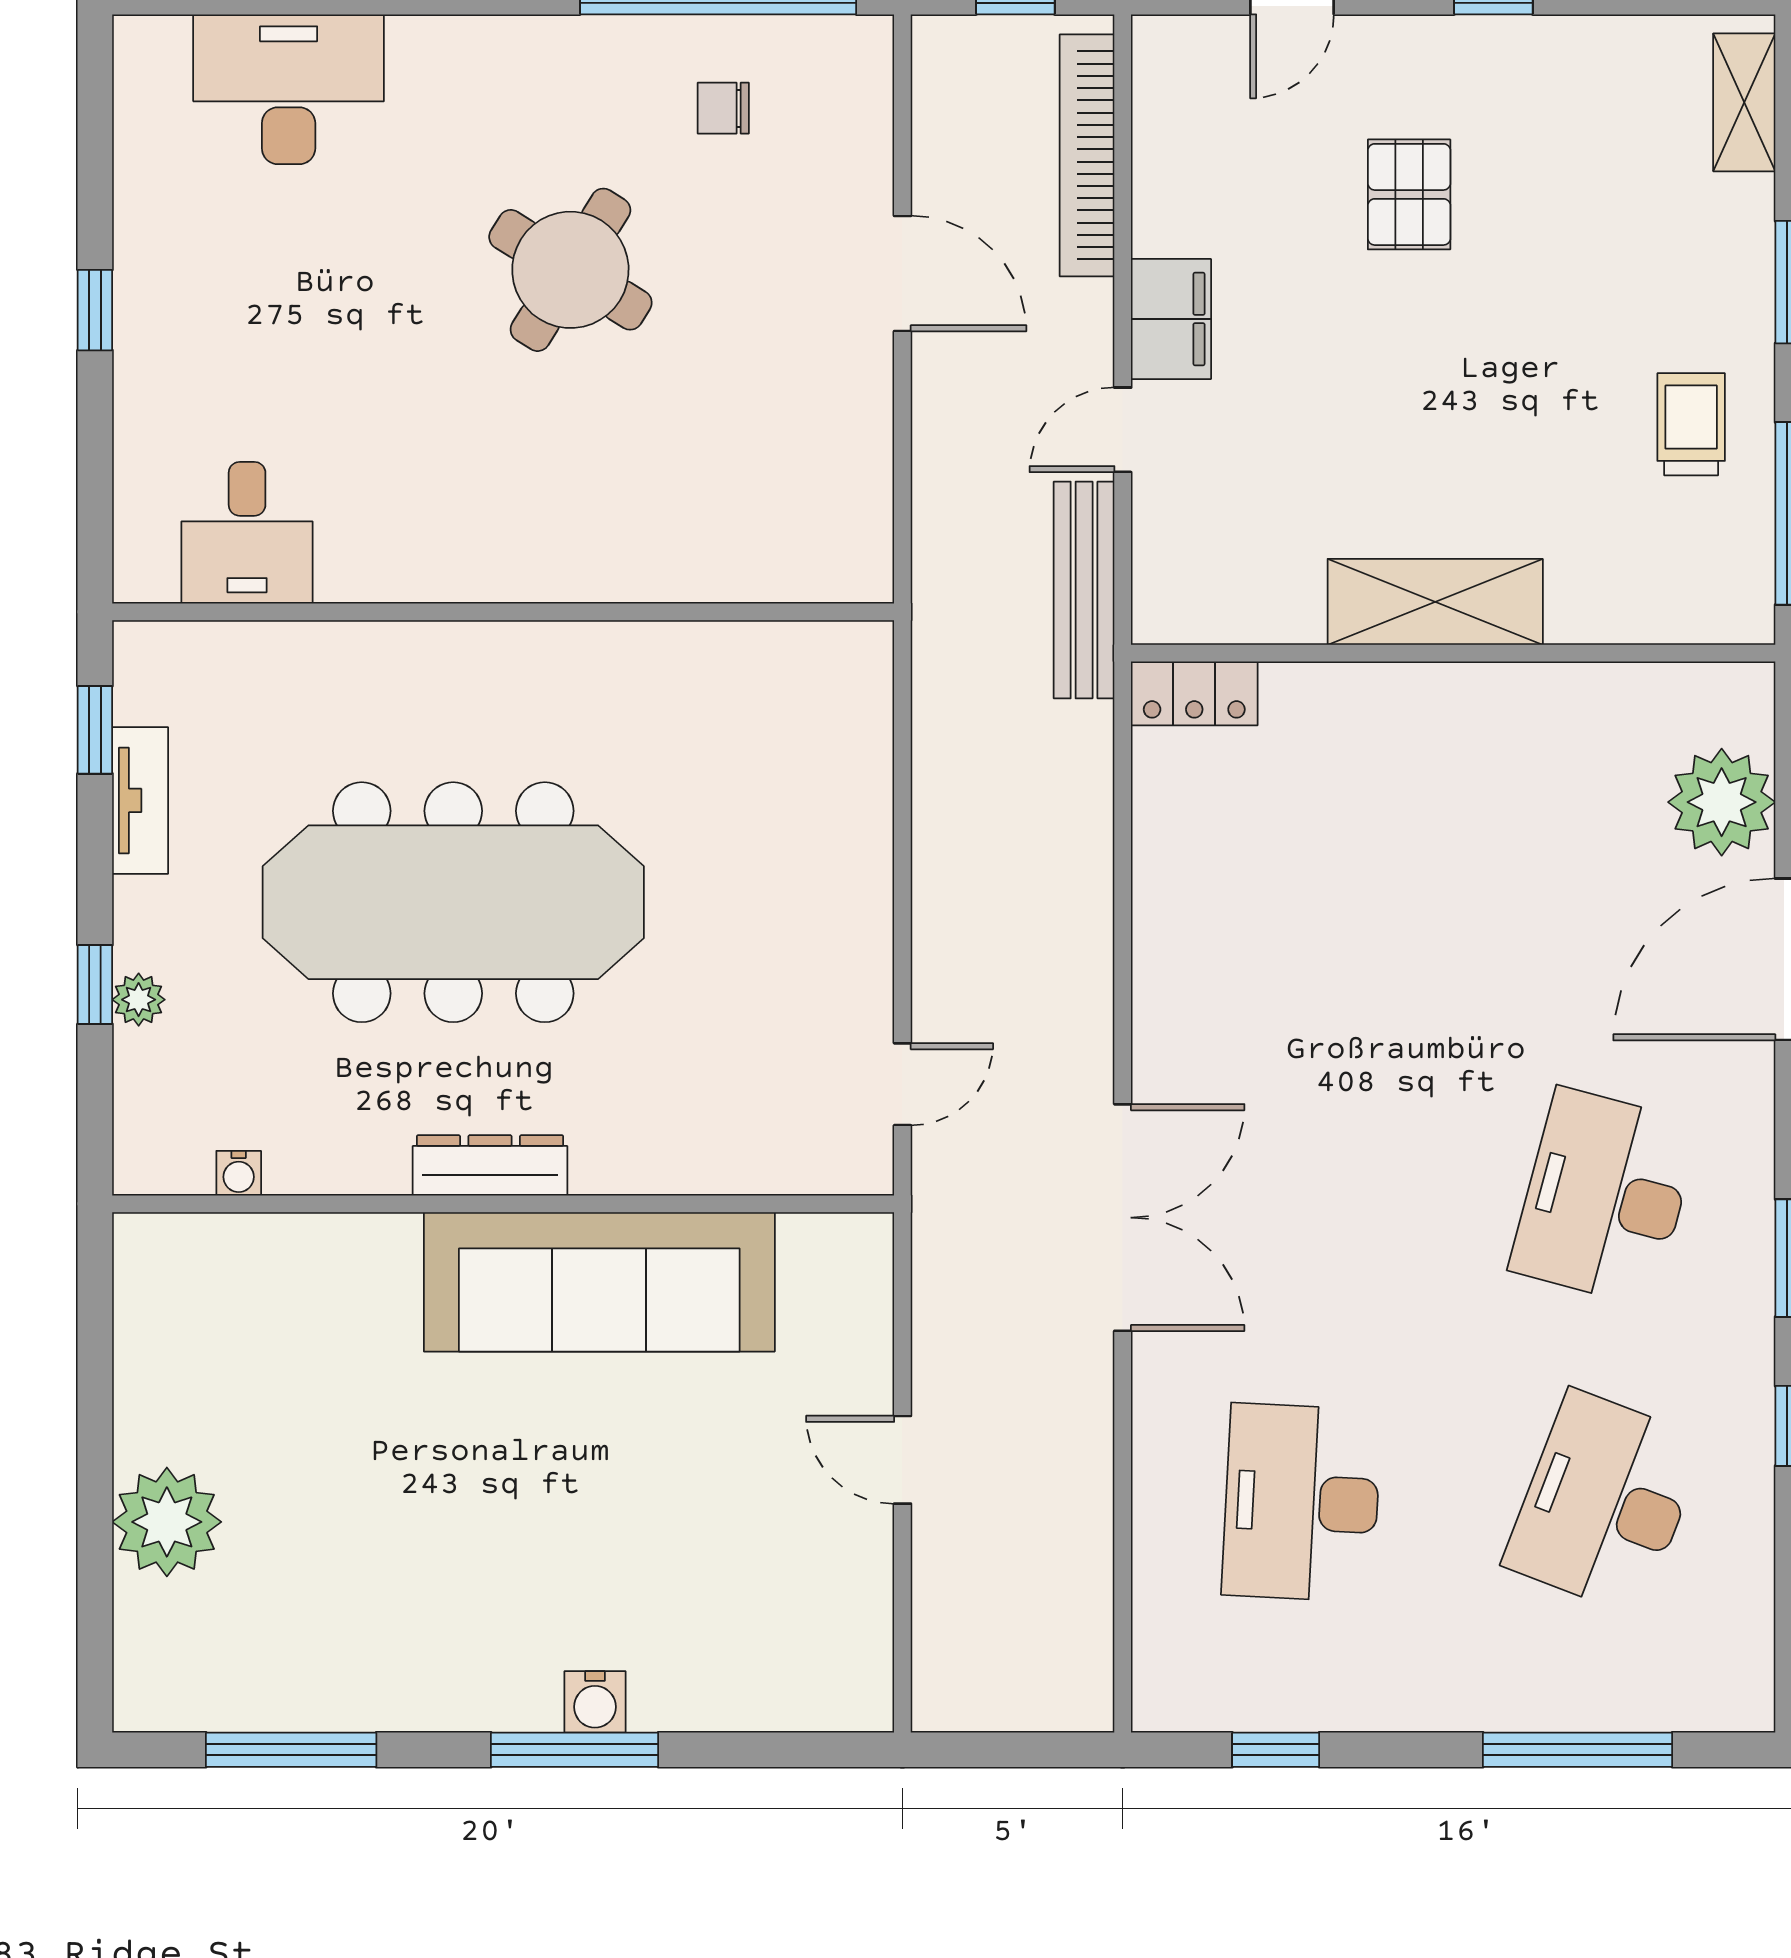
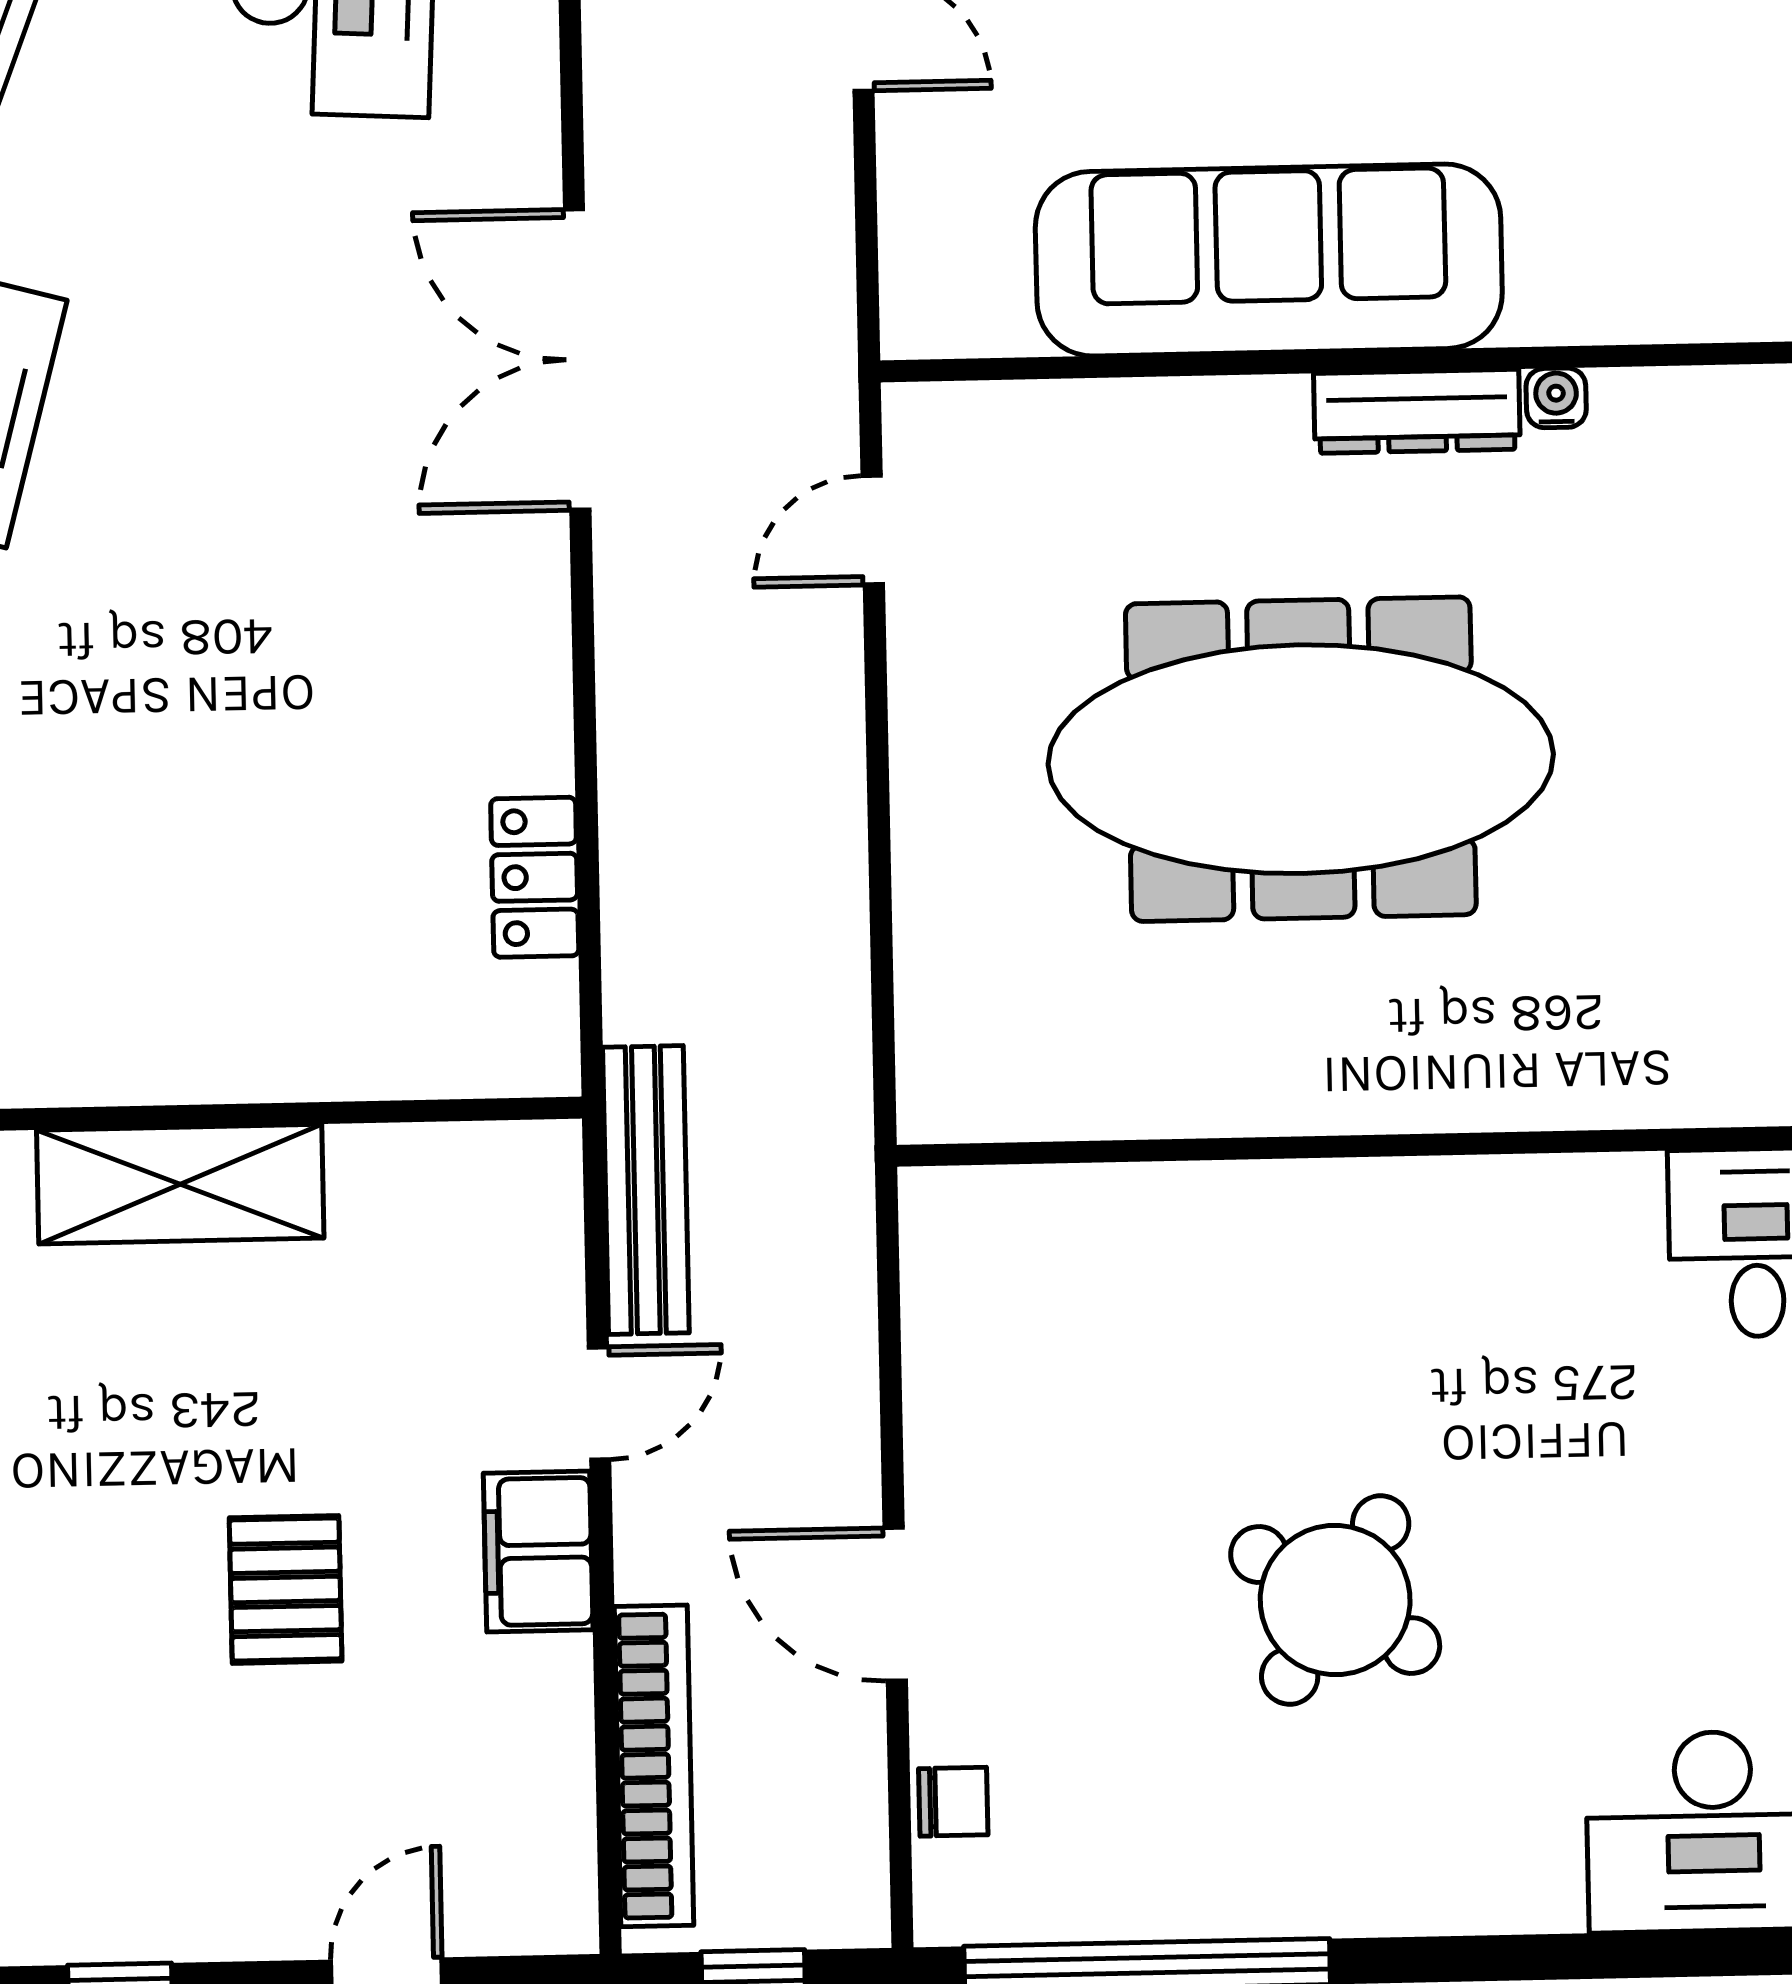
chair: (723, 108) -> (953, 1802), moved
pallet: (1409, 194) -> (286, 1589), moved
locker: (1194, 693) -> (535, 877), moved, turned -90
meeting table: (453, 902) -> (1301, 759), moved
water cooler: (239, 1173) -> (1556, 398), moved

